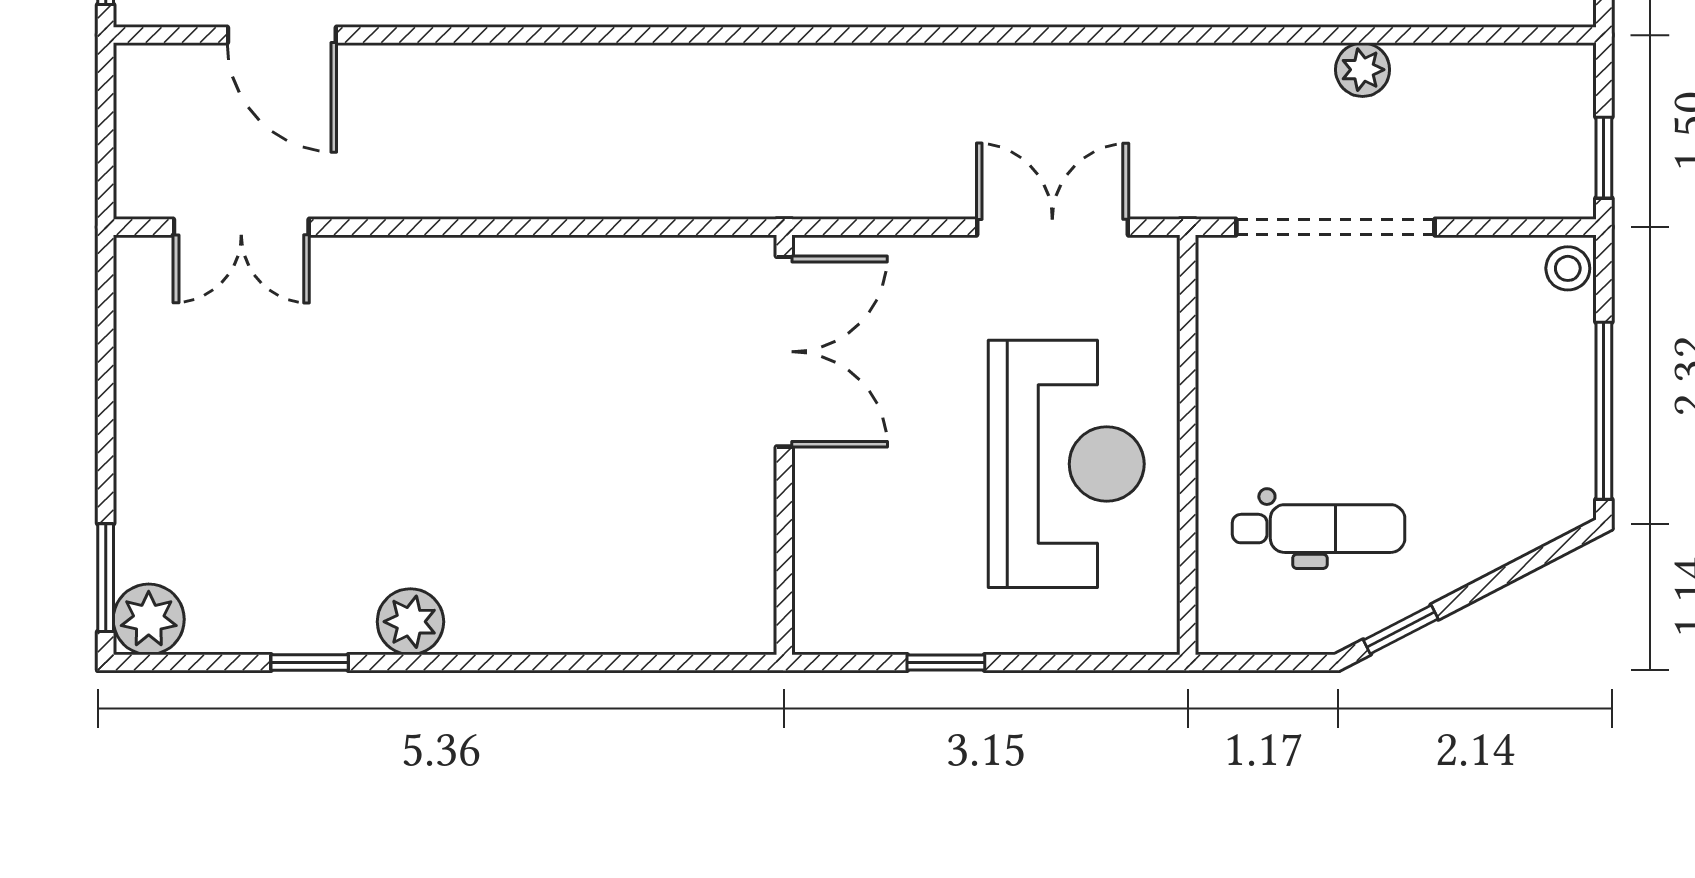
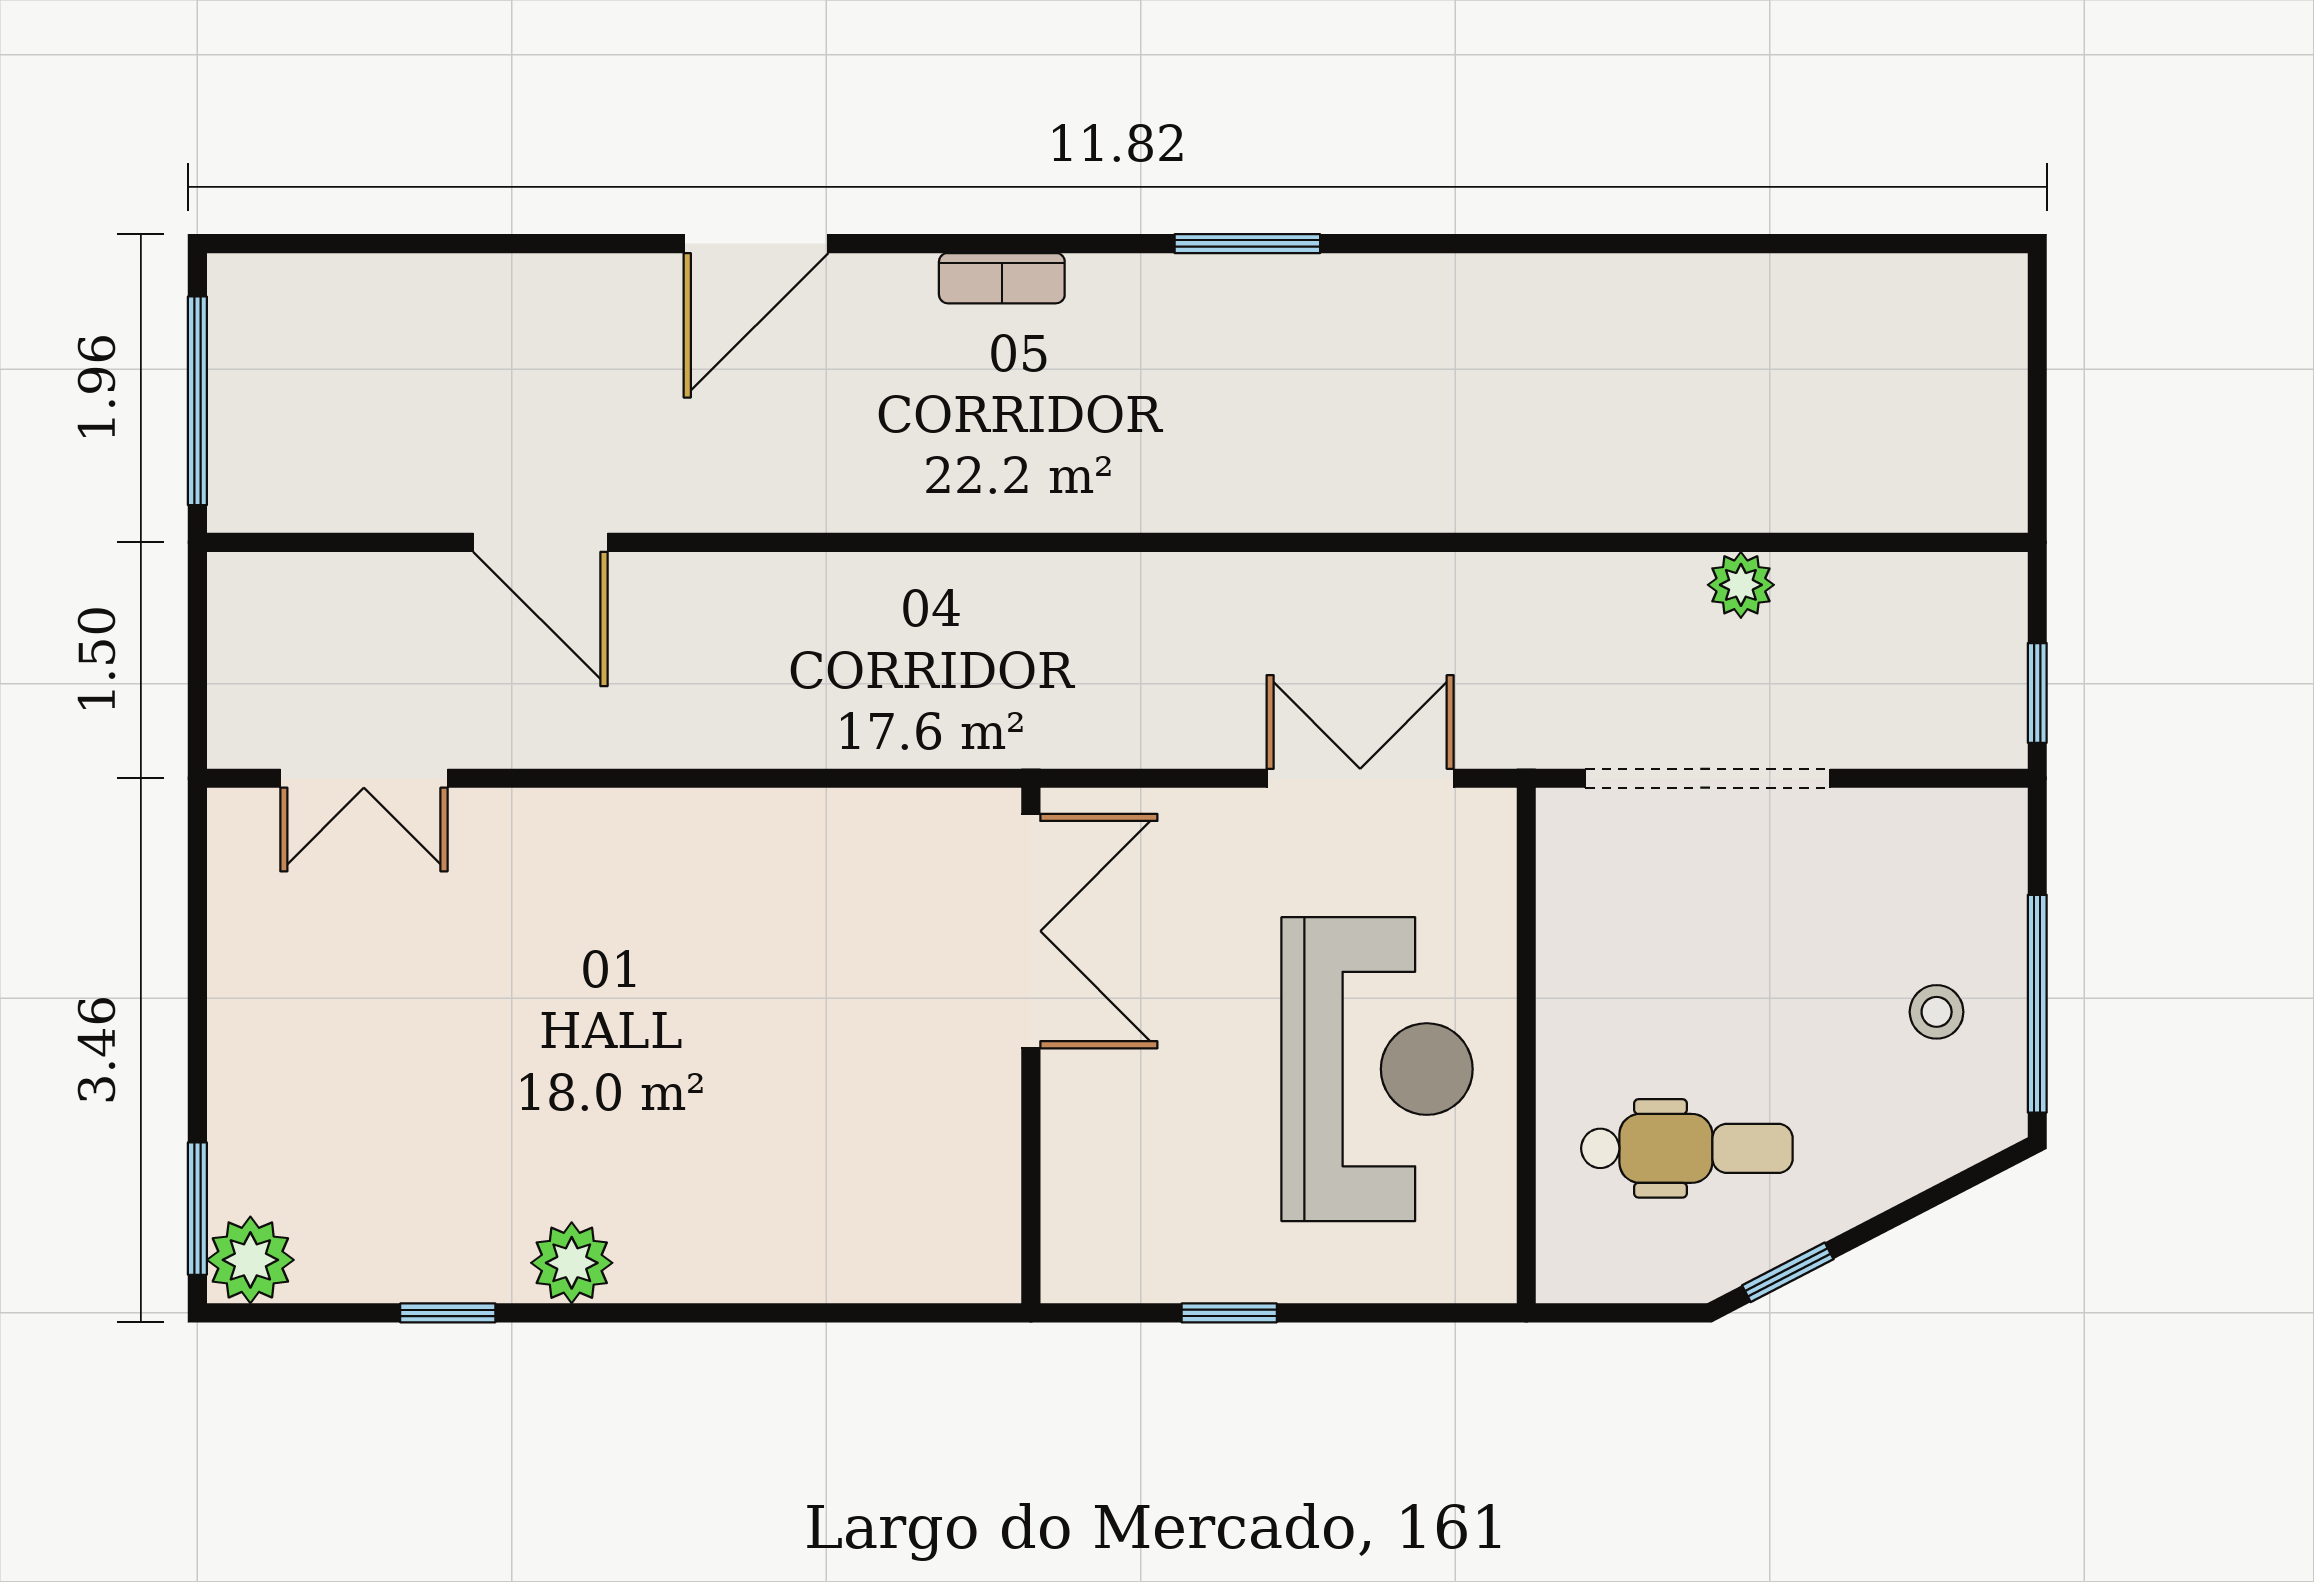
door: (282, 35) -> (540, 542), moved
stool: (1568, 268) -> (1937, 1012), moved

